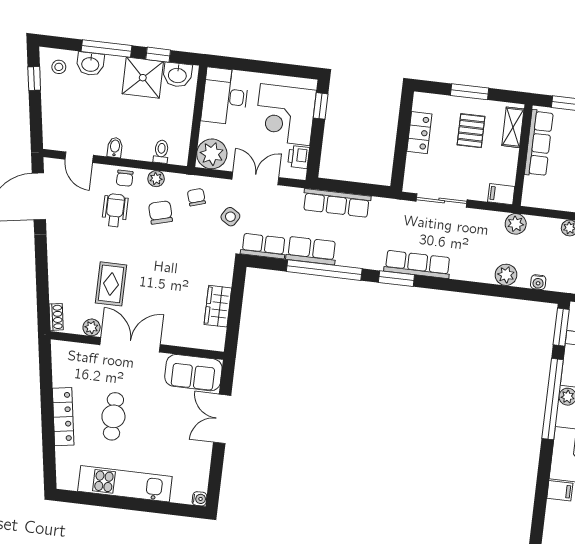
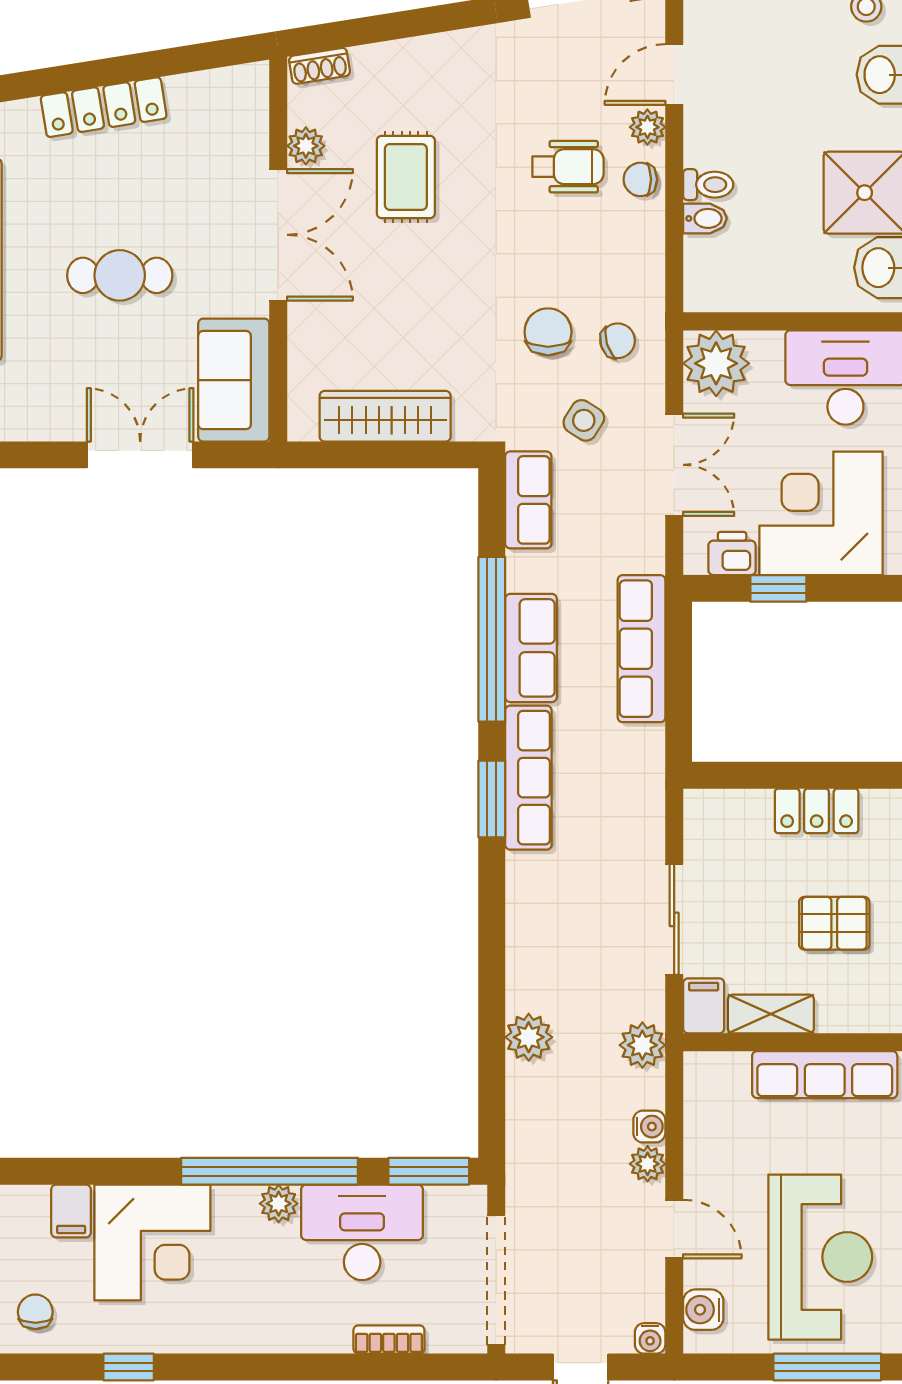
window: (321, 106) -> (778, 588), moved
shelving: (513, 127) -> (771, 1014), moved
bidet: (115, 147) -> (705, 218), moved
toilet: (161, 152) -> (708, 185), moved
plant: (156, 179) -> (647, 127), moved
sliding door: (442, 200) -> (674, 919), moved
chair: (161, 212) -> (548, 332), moved, turned -75
row of seats: (311, 251) -> (531, 648), moved
row of seats: (417, 264) -> (528, 778), moved
water cooler: (538, 282) -> (649, 1127), moved, turned 180
rug: (111, 284) -> (406, 177), turned 90
wardrobe: (218, 306) -> (385, 416), width x1.50
cafe table: (113, 416) -> (120, 275), moved

